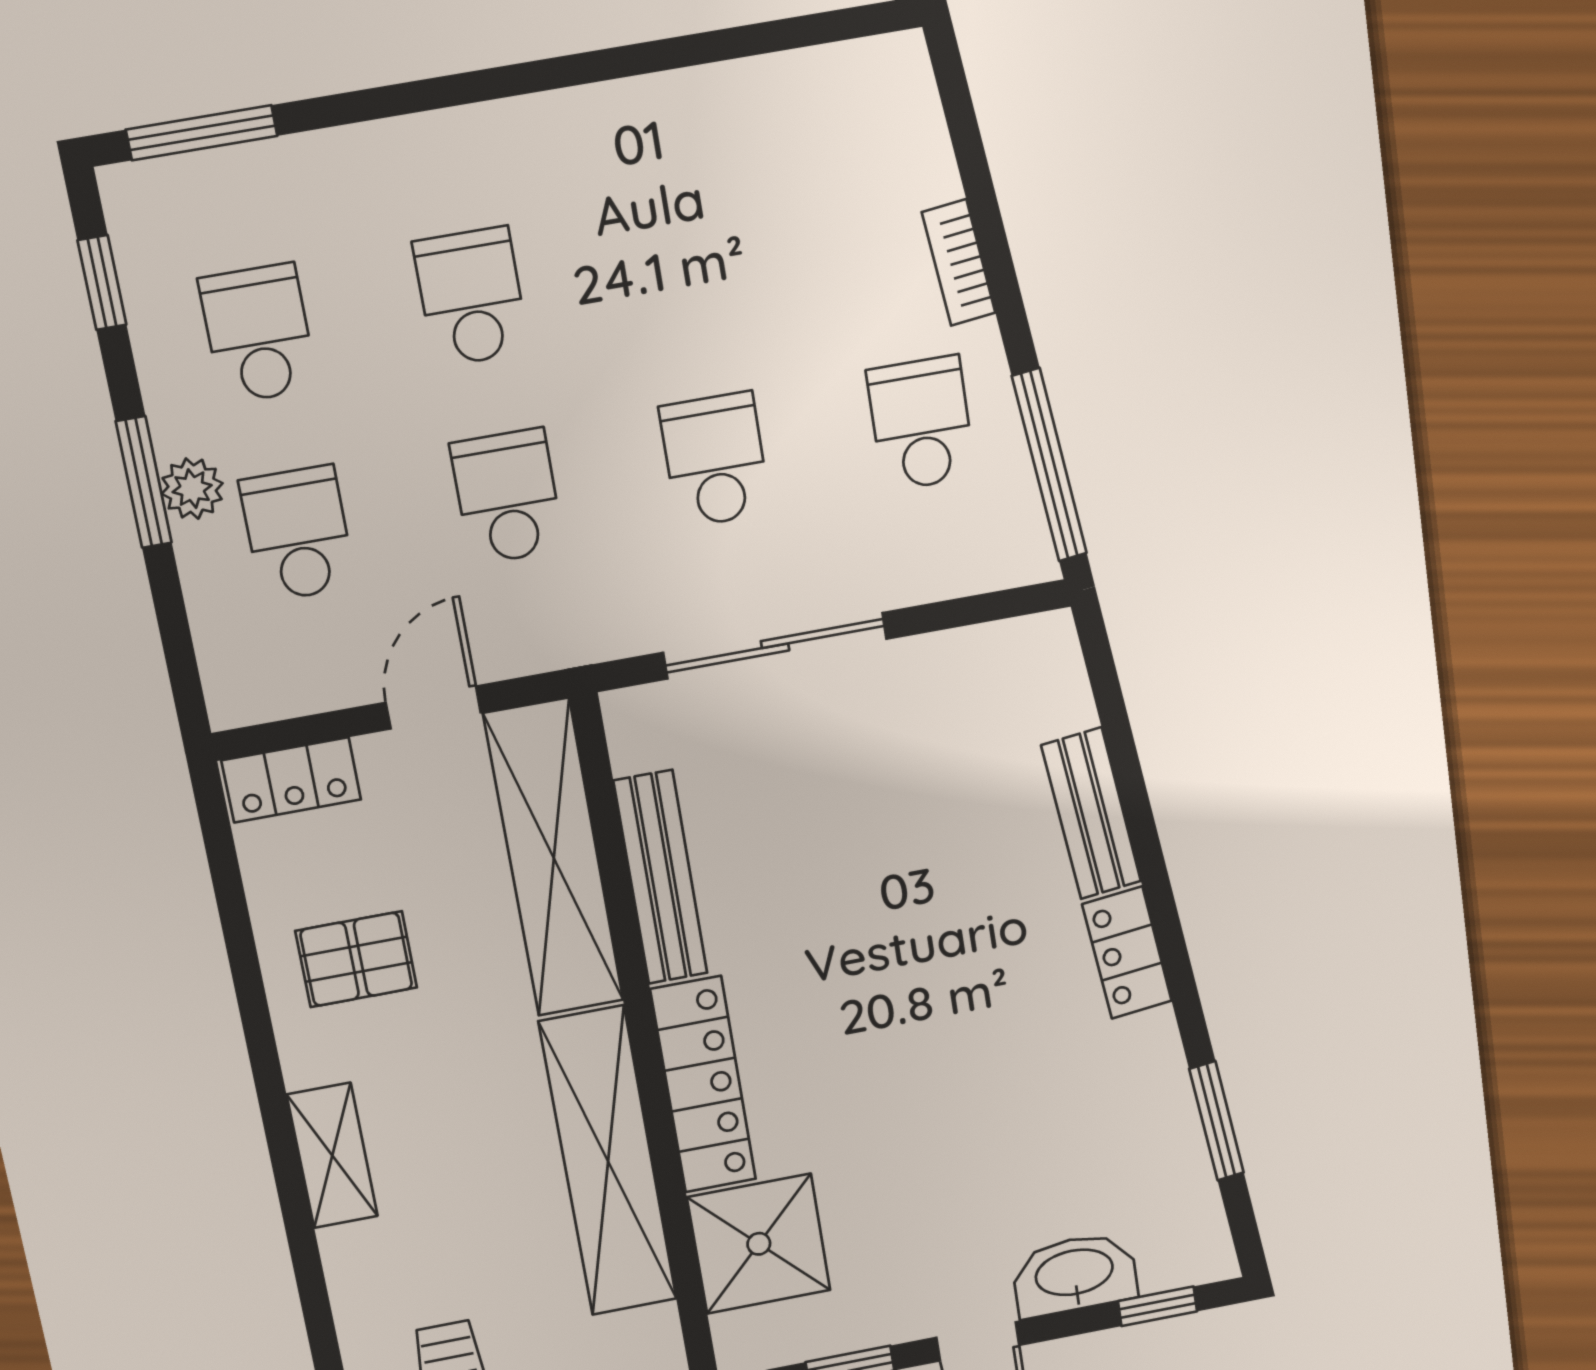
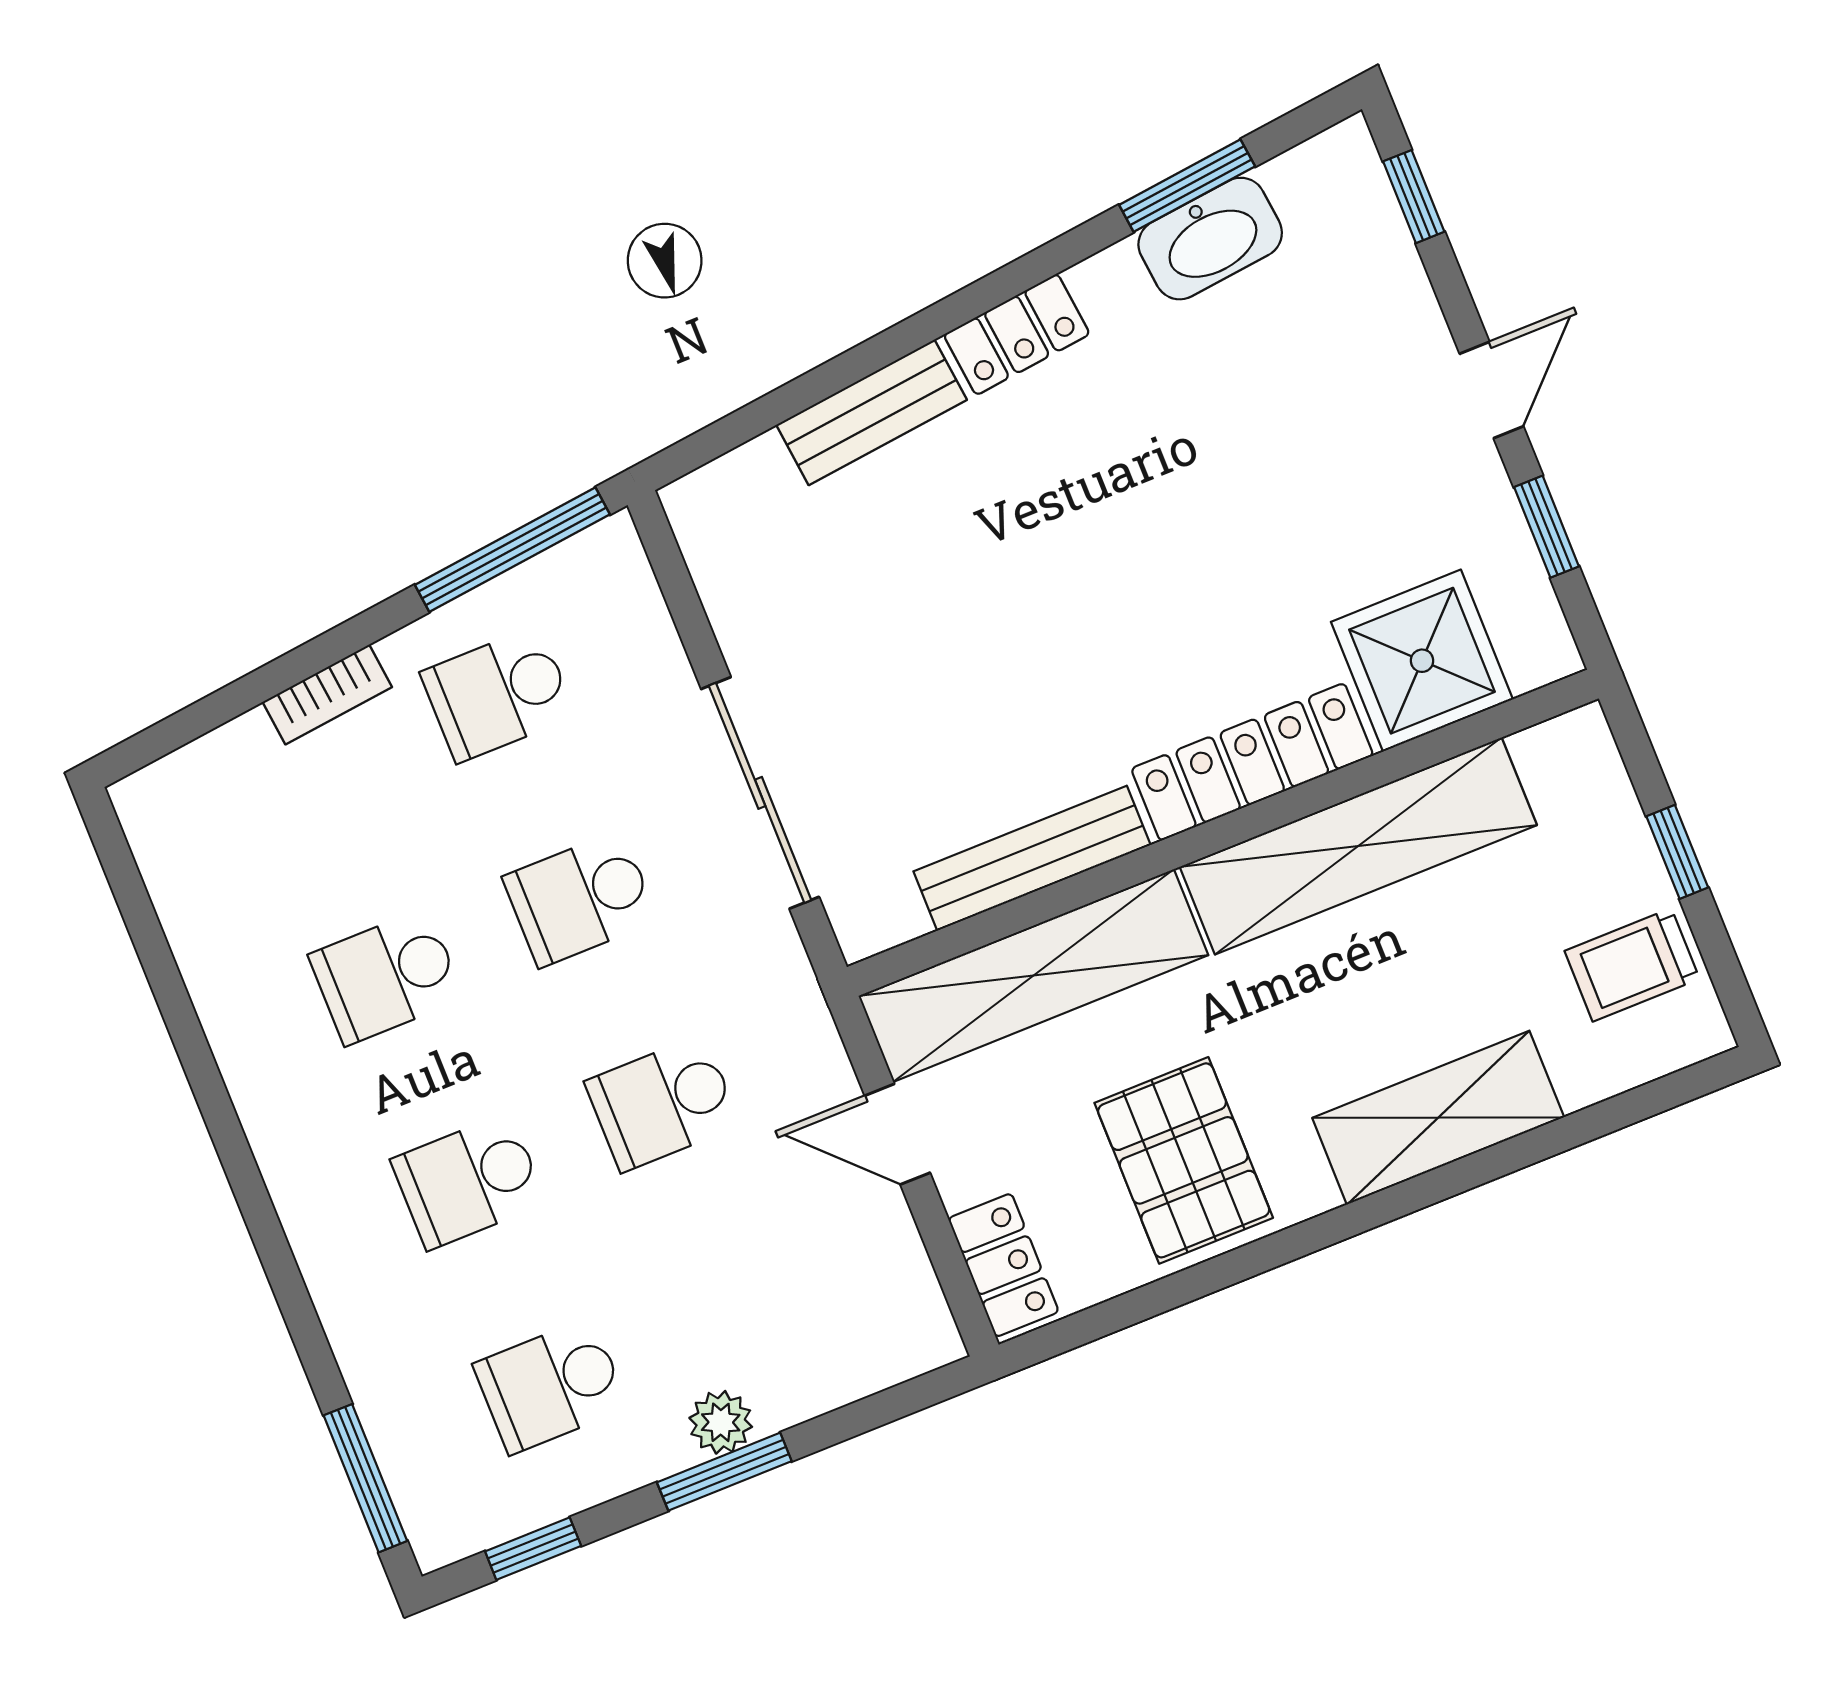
school desk: (298, 534) -> (386, 977), moved
pallet: (356, 959) -> (1184, 1160), width x1.50, depth x1.42
shelving: (332, 1156) -> (1438, 1118), width x1.50, depth x1.33
washbasin: (1075, 1274) -> (1210, 239), moved, turned -96

